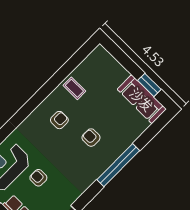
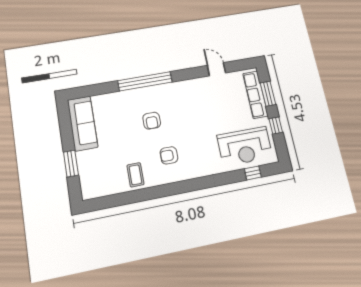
window: (149, 85) -> (71, 164), moved
armchair: (38, 178) -> (222, 118), removed

